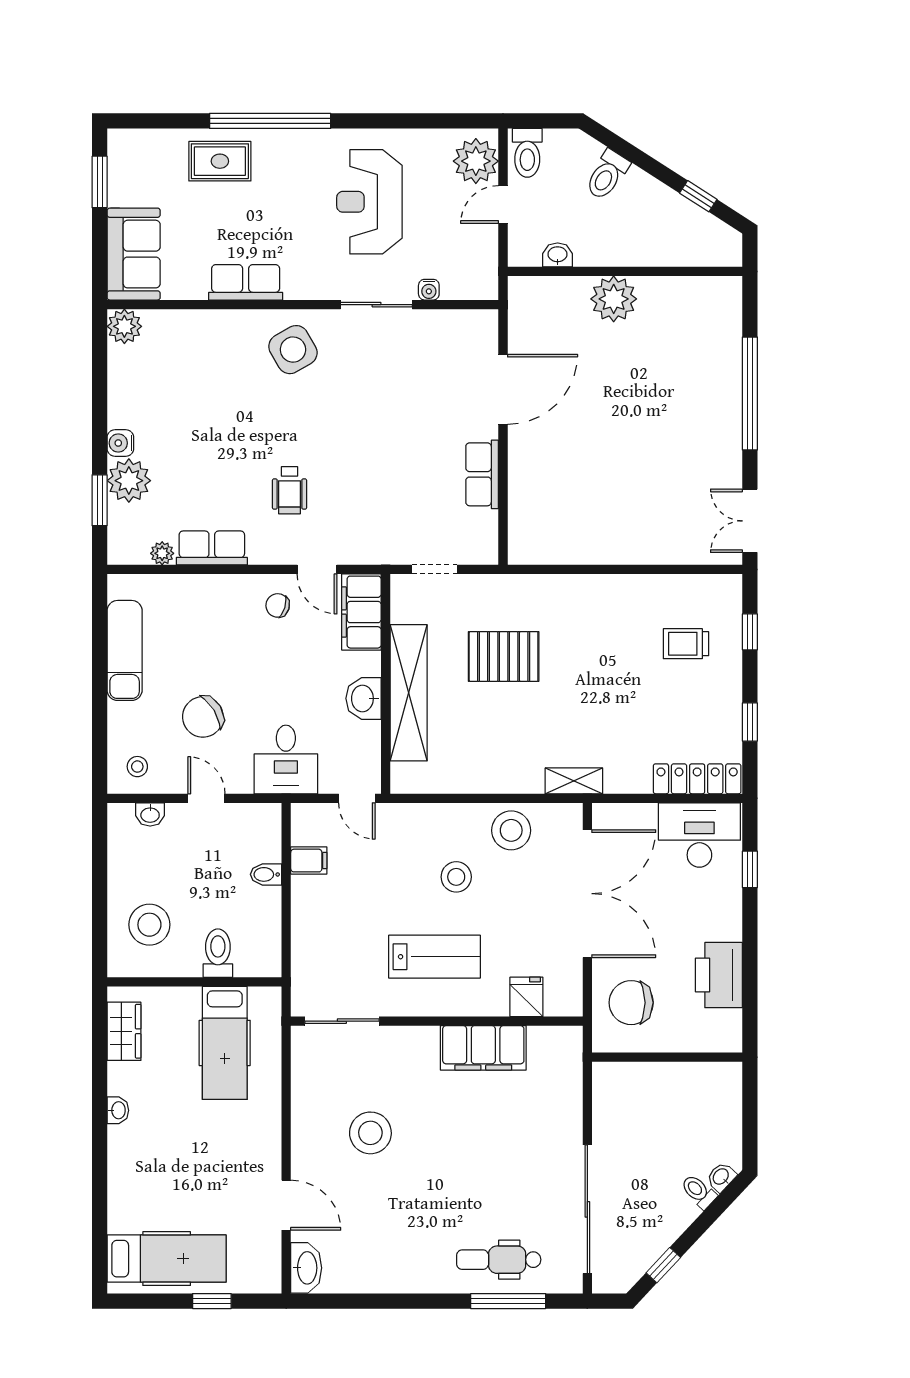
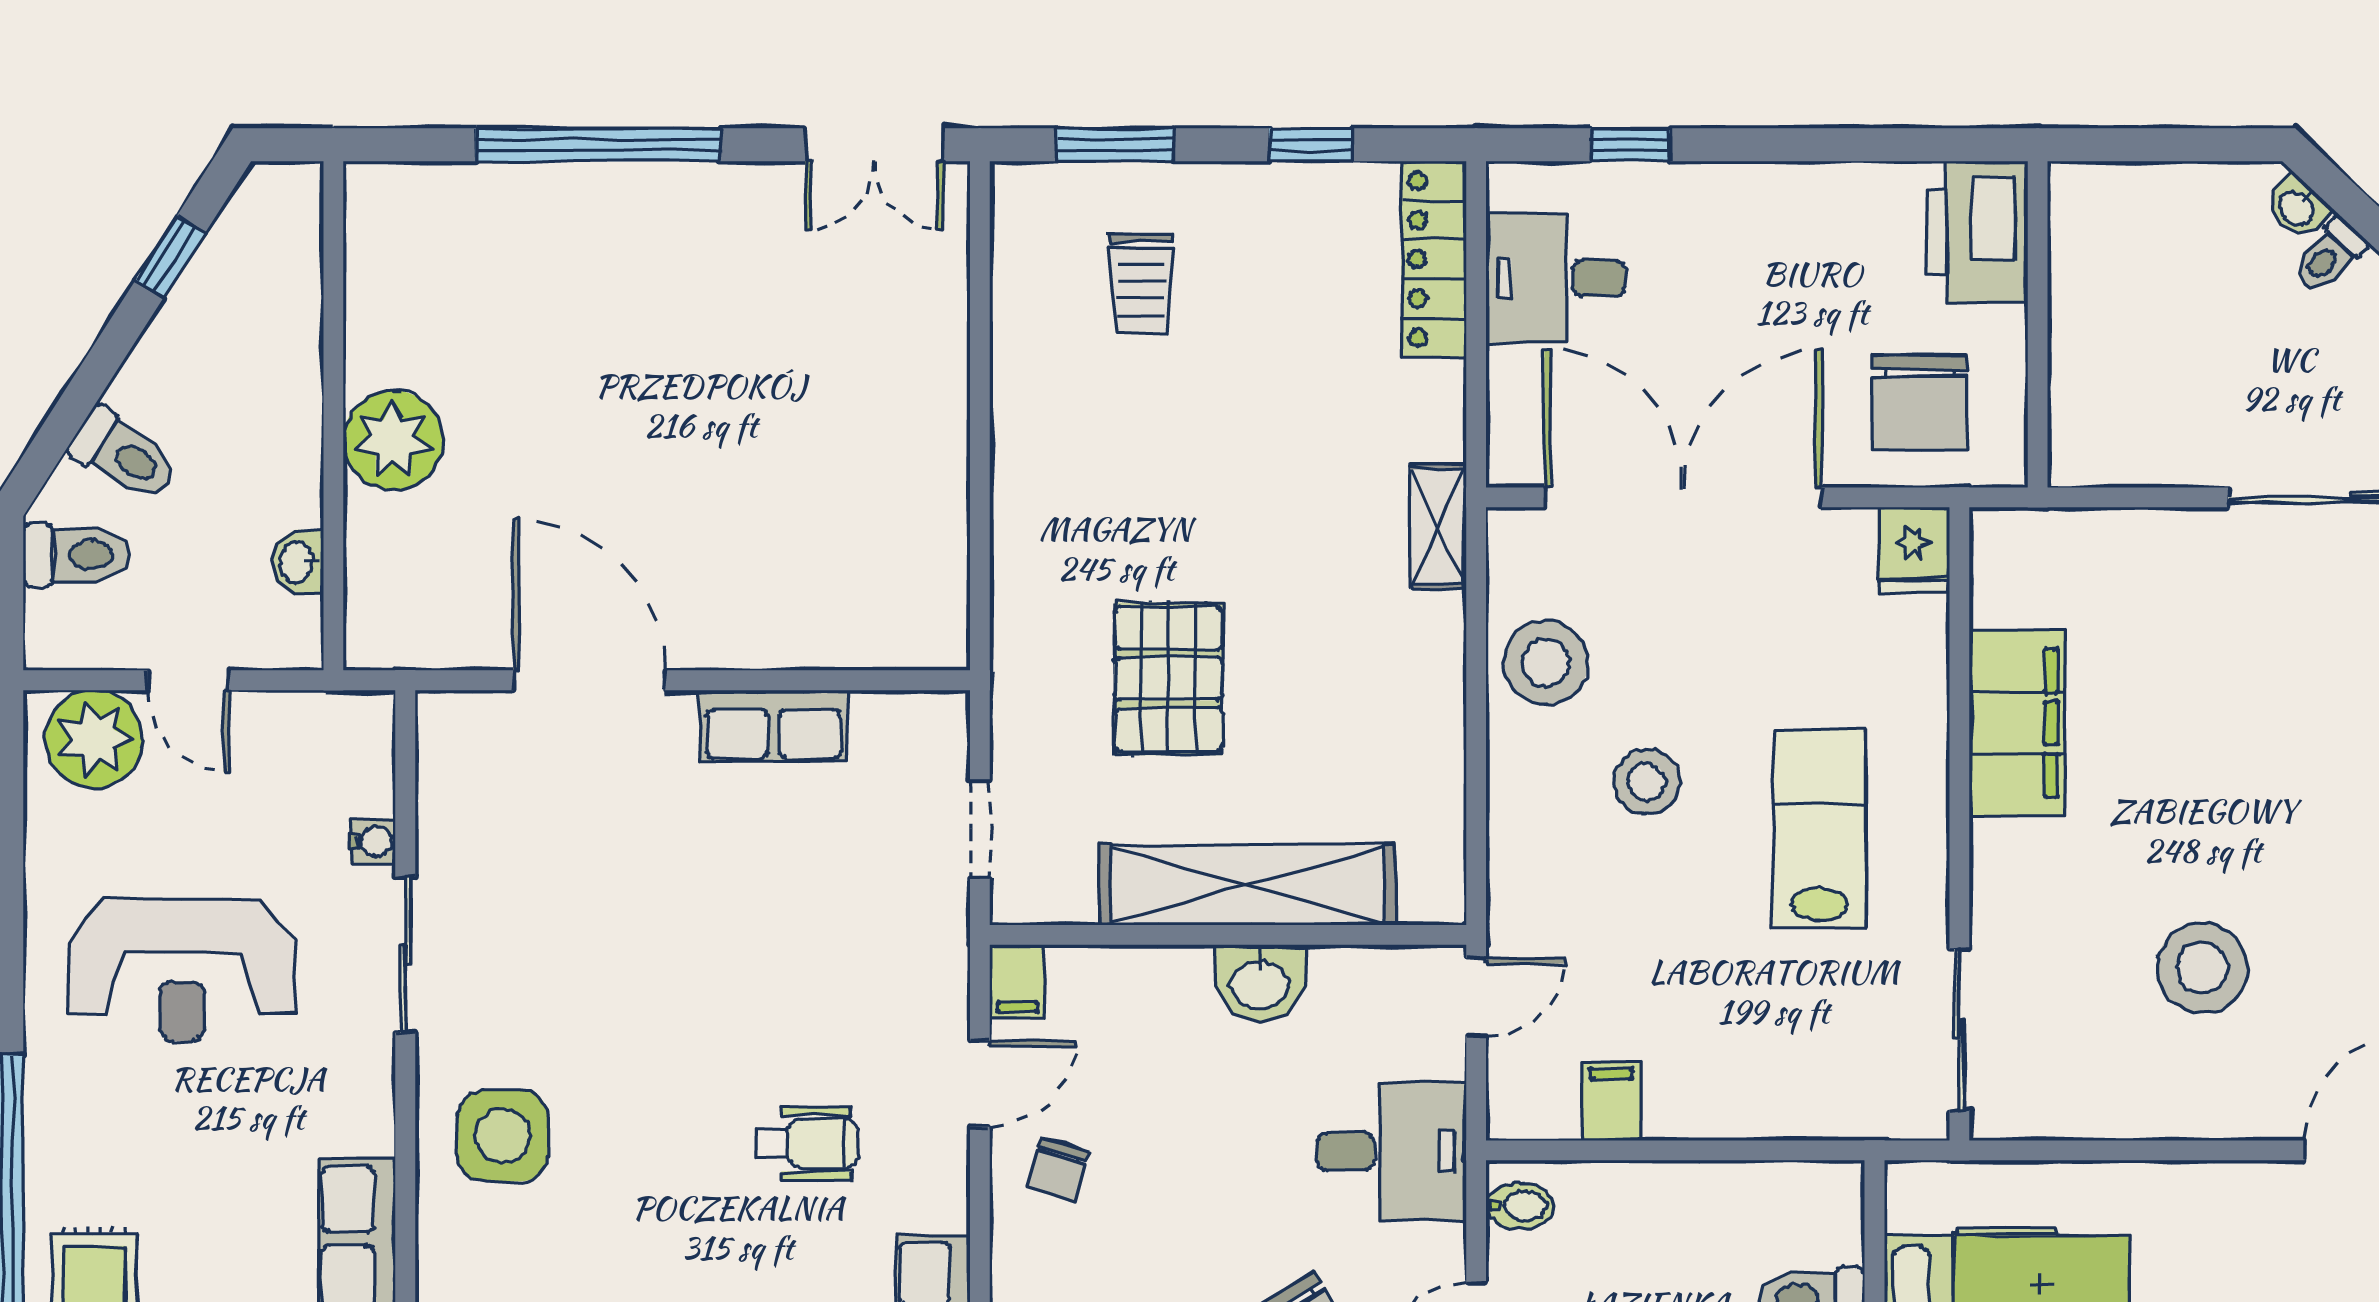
toilet: (527, 153) -> (76, 555), moved
side table: (293, 350) -> (503, 1136), turned 30
filing cabinet: (361, 612) -> (1017, 981), width x0.33, depth x0.86
window: (750, 632) -> (1115, 145), width x1.50
desk: (699, 835) -> (1556, 278), width x0.73
bidet: (266, 874) -> (1520, 1206), moved, turned -90
printer: (719, 975) -> (1977, 232), moved, turned 90
fridge: (526, 997) -> (1914, 550), moved, turned -90

